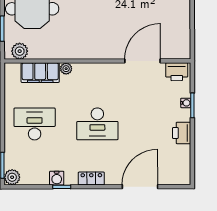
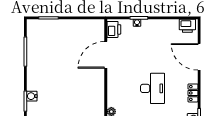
door: (143, 61) -> (106, 55), hinge flipped
printer: (182, 133) -> (187, 26), moved

